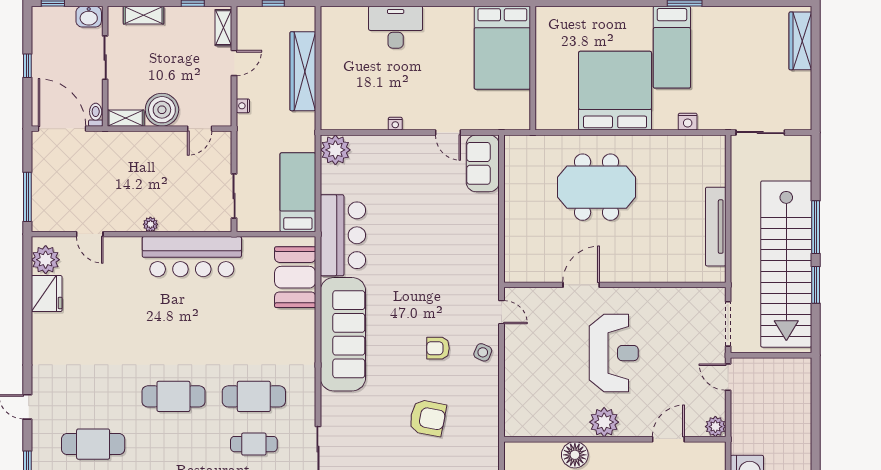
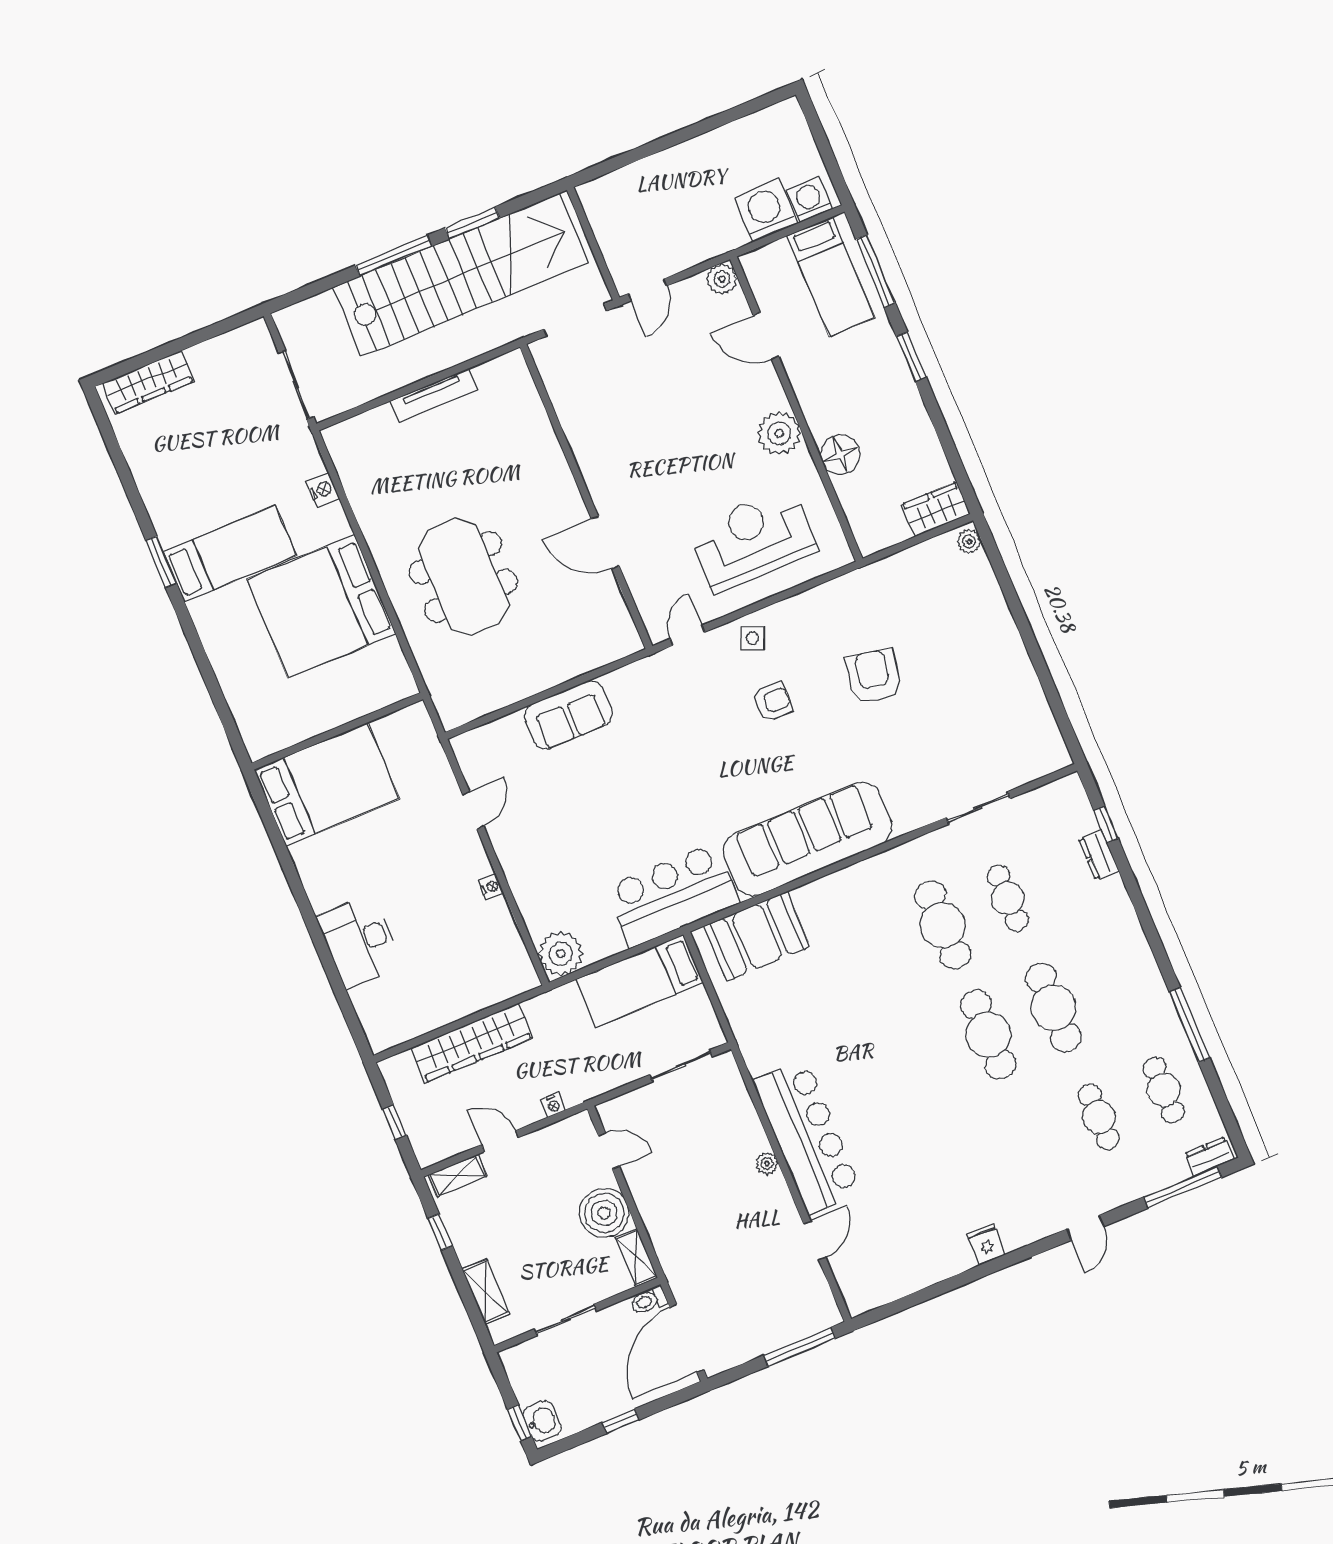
washbasin: (89, 17) -> (542, 1421), moved
sofa: (483, 163) -> (568, 715), moved
tv unit: (716, 227) -> (434, 395), width x0.73, depth x0.78
bar counter: (192, 257) -> (807, 1137), moved
plant: (46, 260) -> (875, 1286), removed
fridge: (47, 294) -> (986, 1245), moved, width x0.53, depth x0.75
armchair: (438, 348) -> (773, 702), turned -90
reception desk: (614, 353) -> (753, 540), moved
cafe table: (93, 444) -> (1099, 1117), width x0.73, depth x0.74
cafe table: (173, 444) -> (1053, 1008), added

